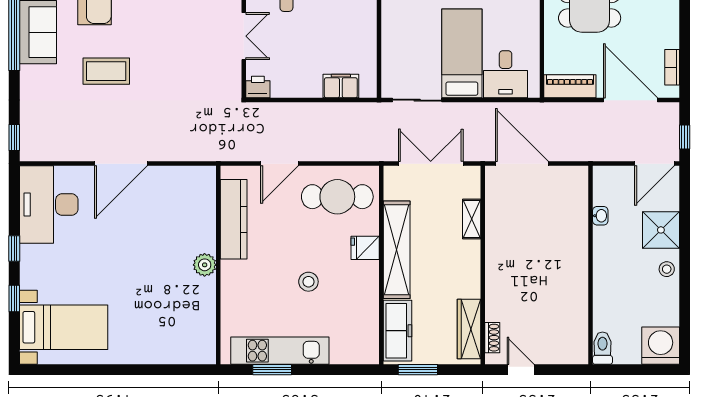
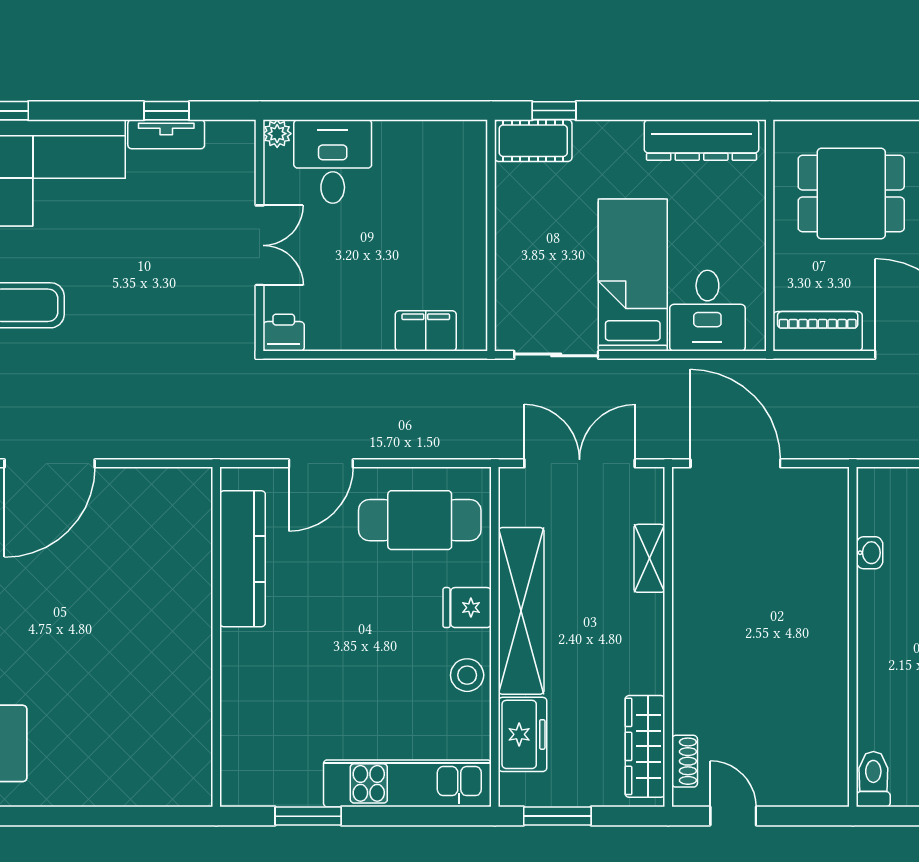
plant: (205, 265) -> (193, 637), removed
stool: (308, 282) -> (467, 675), moved
freezer: (397, 331) -> (523, 734), width x0.71
kitchen unit: (280, 351) -> (407, 783), moved

